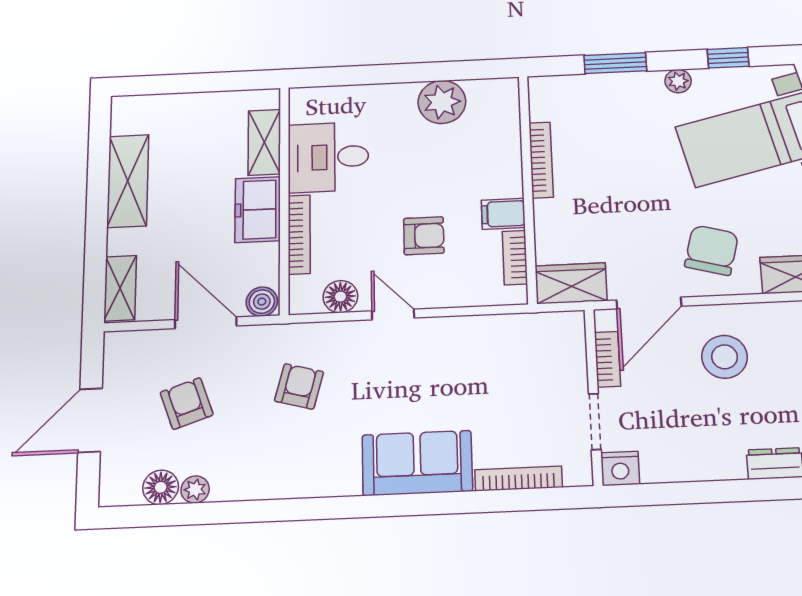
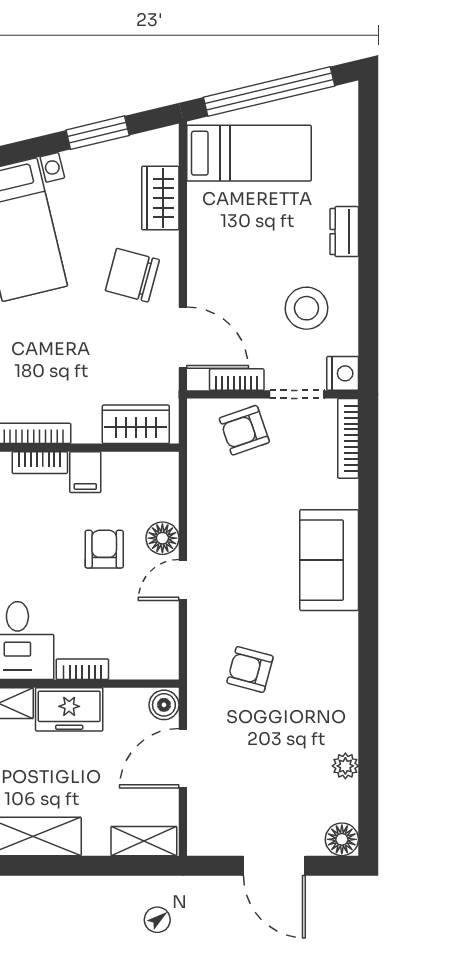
bookcase: (299, 234) -> (82, 669), width x0.64
bookcase: (515, 258) -> (40, 463), moved
wardrobe: (571, 283) -> (136, 424), moved, turned 90
floor lamp: (340, 297) -> (162, 538), moved
stool: (725, 357) -> (306, 308), moved
armchair: (187, 404) -> (244, 430), moved
bookcase: (519, 479) -> (348, 438), moved
floor lamp: (161, 487) -> (342, 839), moved

